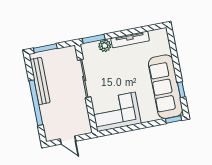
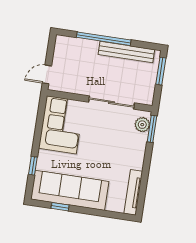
tv unit: (130, 40) -> (133, 192), moved
plant: (105, 46) -> (142, 125), moved
window: (173, 120) -> (33, 166), moved
door: (68, 140) -> (47, 74), moved

